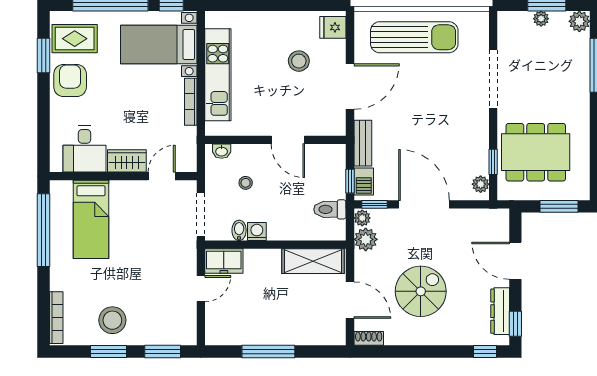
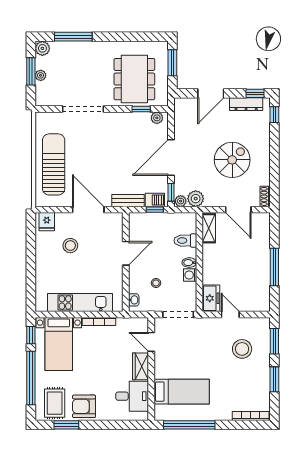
toilet: (330, 209) -> (185, 241), moved, turned 90
bidet: (239, 230) -> (189, 263), moved
shelving: (313, 261) -> (209, 228), width x0.67, depth x0.75
spiral stairs: (421, 291) -> (232, 160), turned 90
door: (350, 300) -> (238, 210), swing flipped
stool: (112, 320) -> (242, 349), moved

